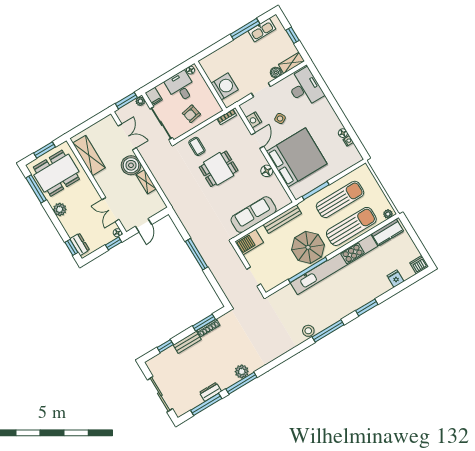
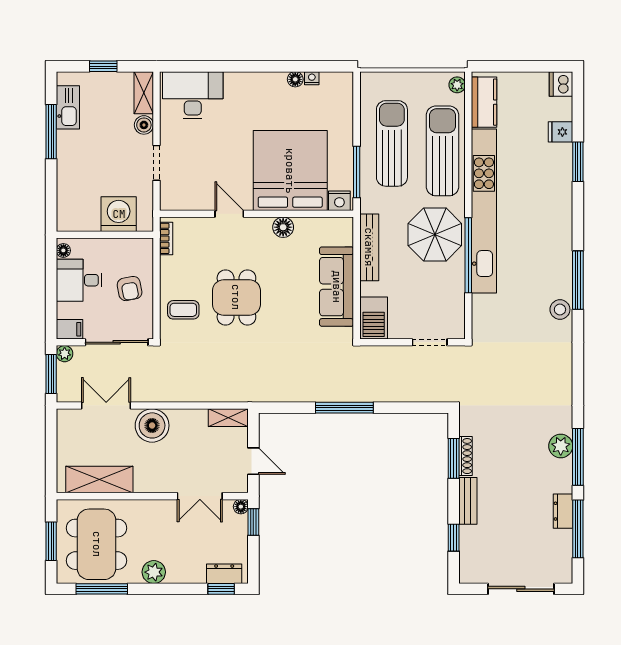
side table: (280, 119) -> (217, 160), removed
nightstand: (254, 120) -> (339, 201), moved
shelving: (146, 182) -> (228, 418), moved
window: (367, 308) -> (578, 162), moved

